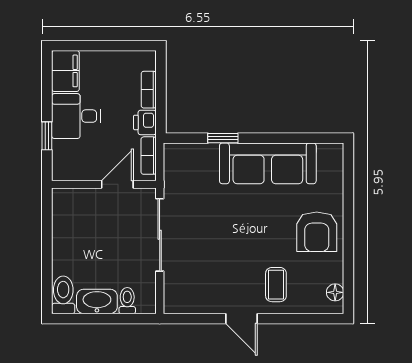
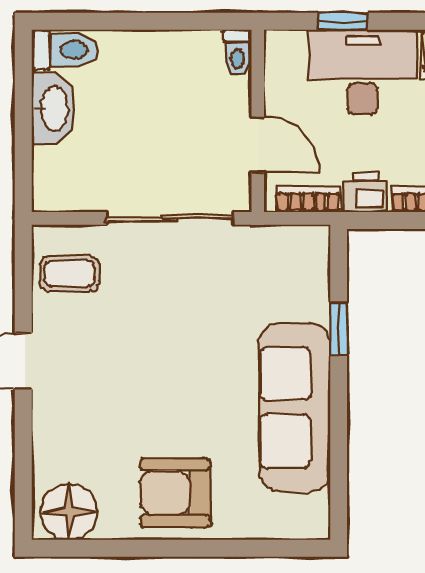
desk: (76, 116) -> (363, 72), width x1.37
coffee table: (276, 285) -> (70, 274), moved
floor lamp: (335, 292) -> (69, 512), width x1.89, depth x1.89
toilet: (127, 301) -> (237, 53), moved, turned 90

